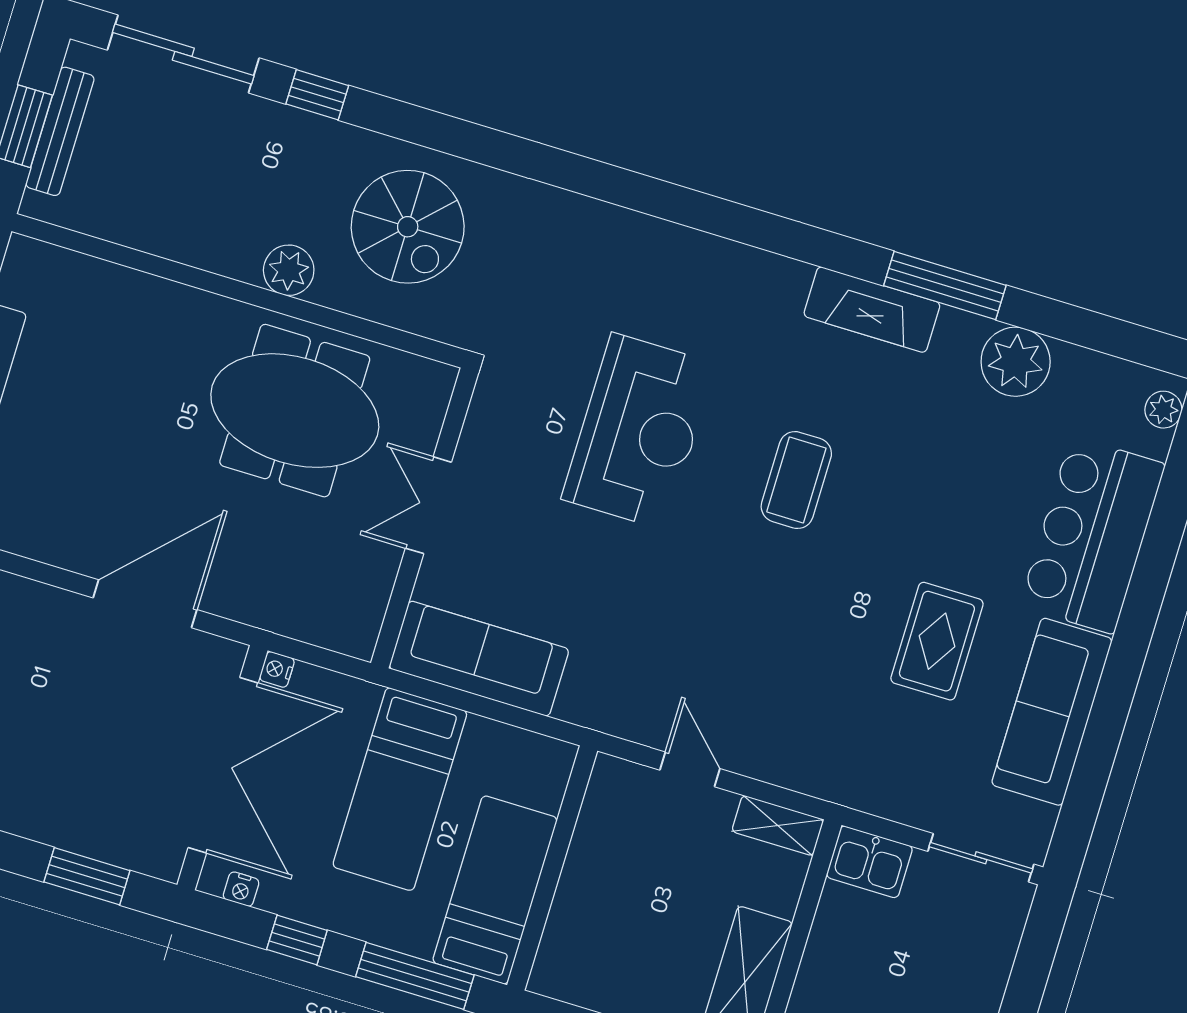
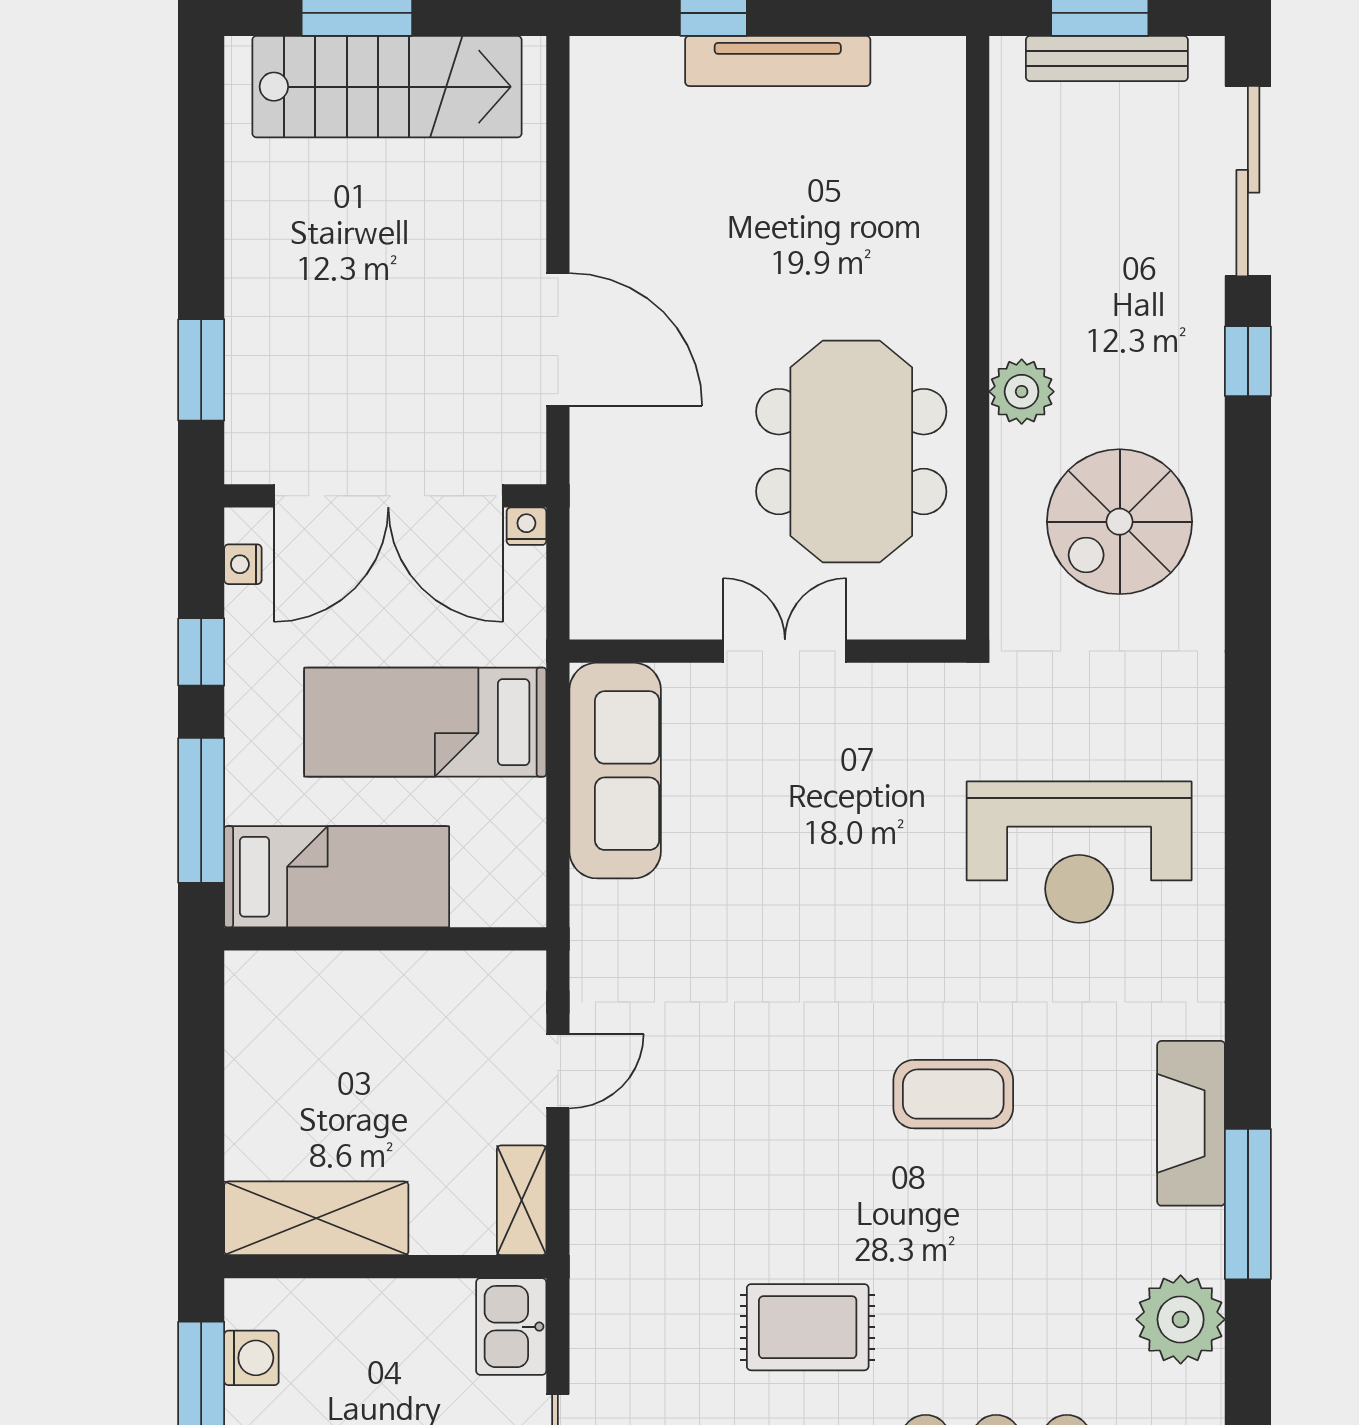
reception desk: (639, 431) -> (1079, 852), moved

